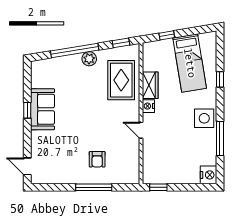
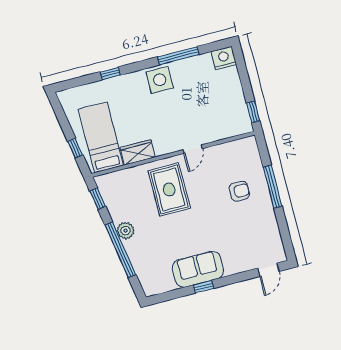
bed: (190, 63) -> (101, 137), moved, turned -81
rug: (121, 80) -> (169, 190), moved, turned 90
nightstand: (148, 106) -> (162, 148), removed

